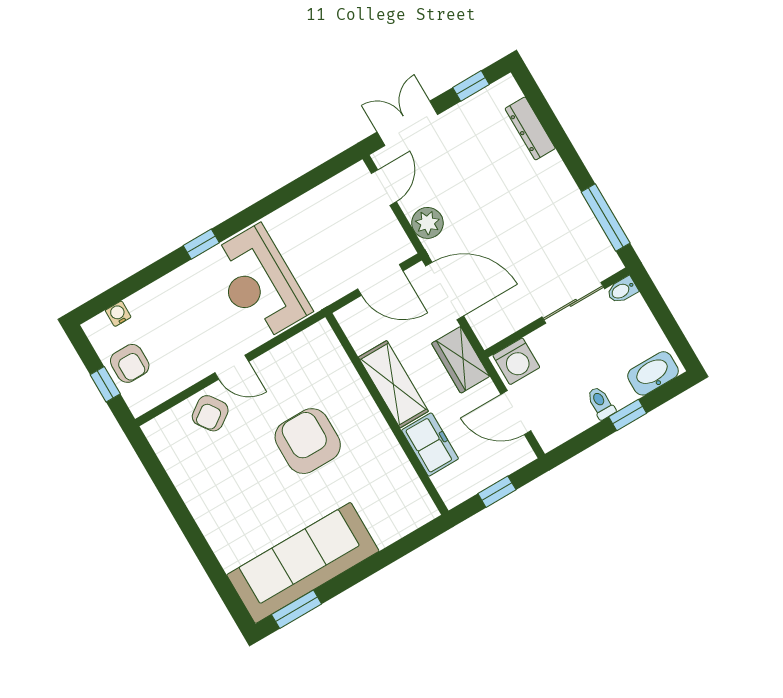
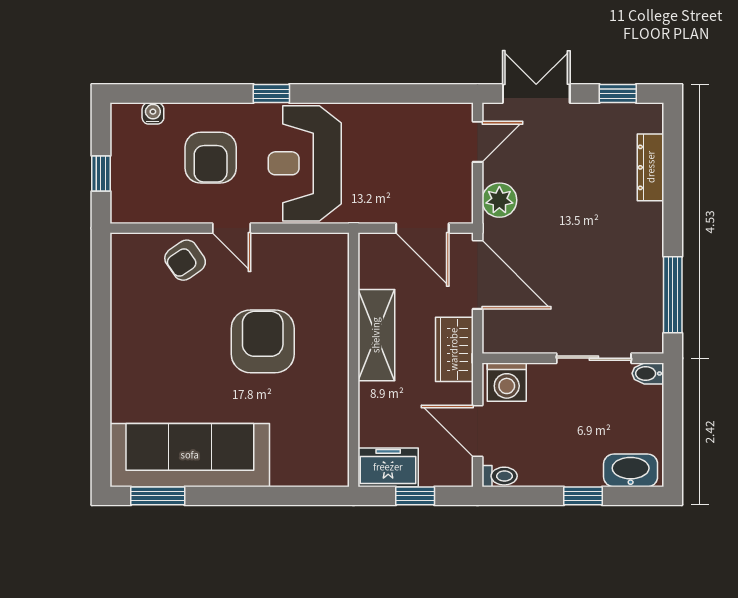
armchair: (130, 363) -> (211, 158), moved, width x1.38, depth x1.38
toilet: (601, 403) -> (500, 476), moved, turned 90
freezer: (430, 445) -> (388, 467), moved, turned -90

